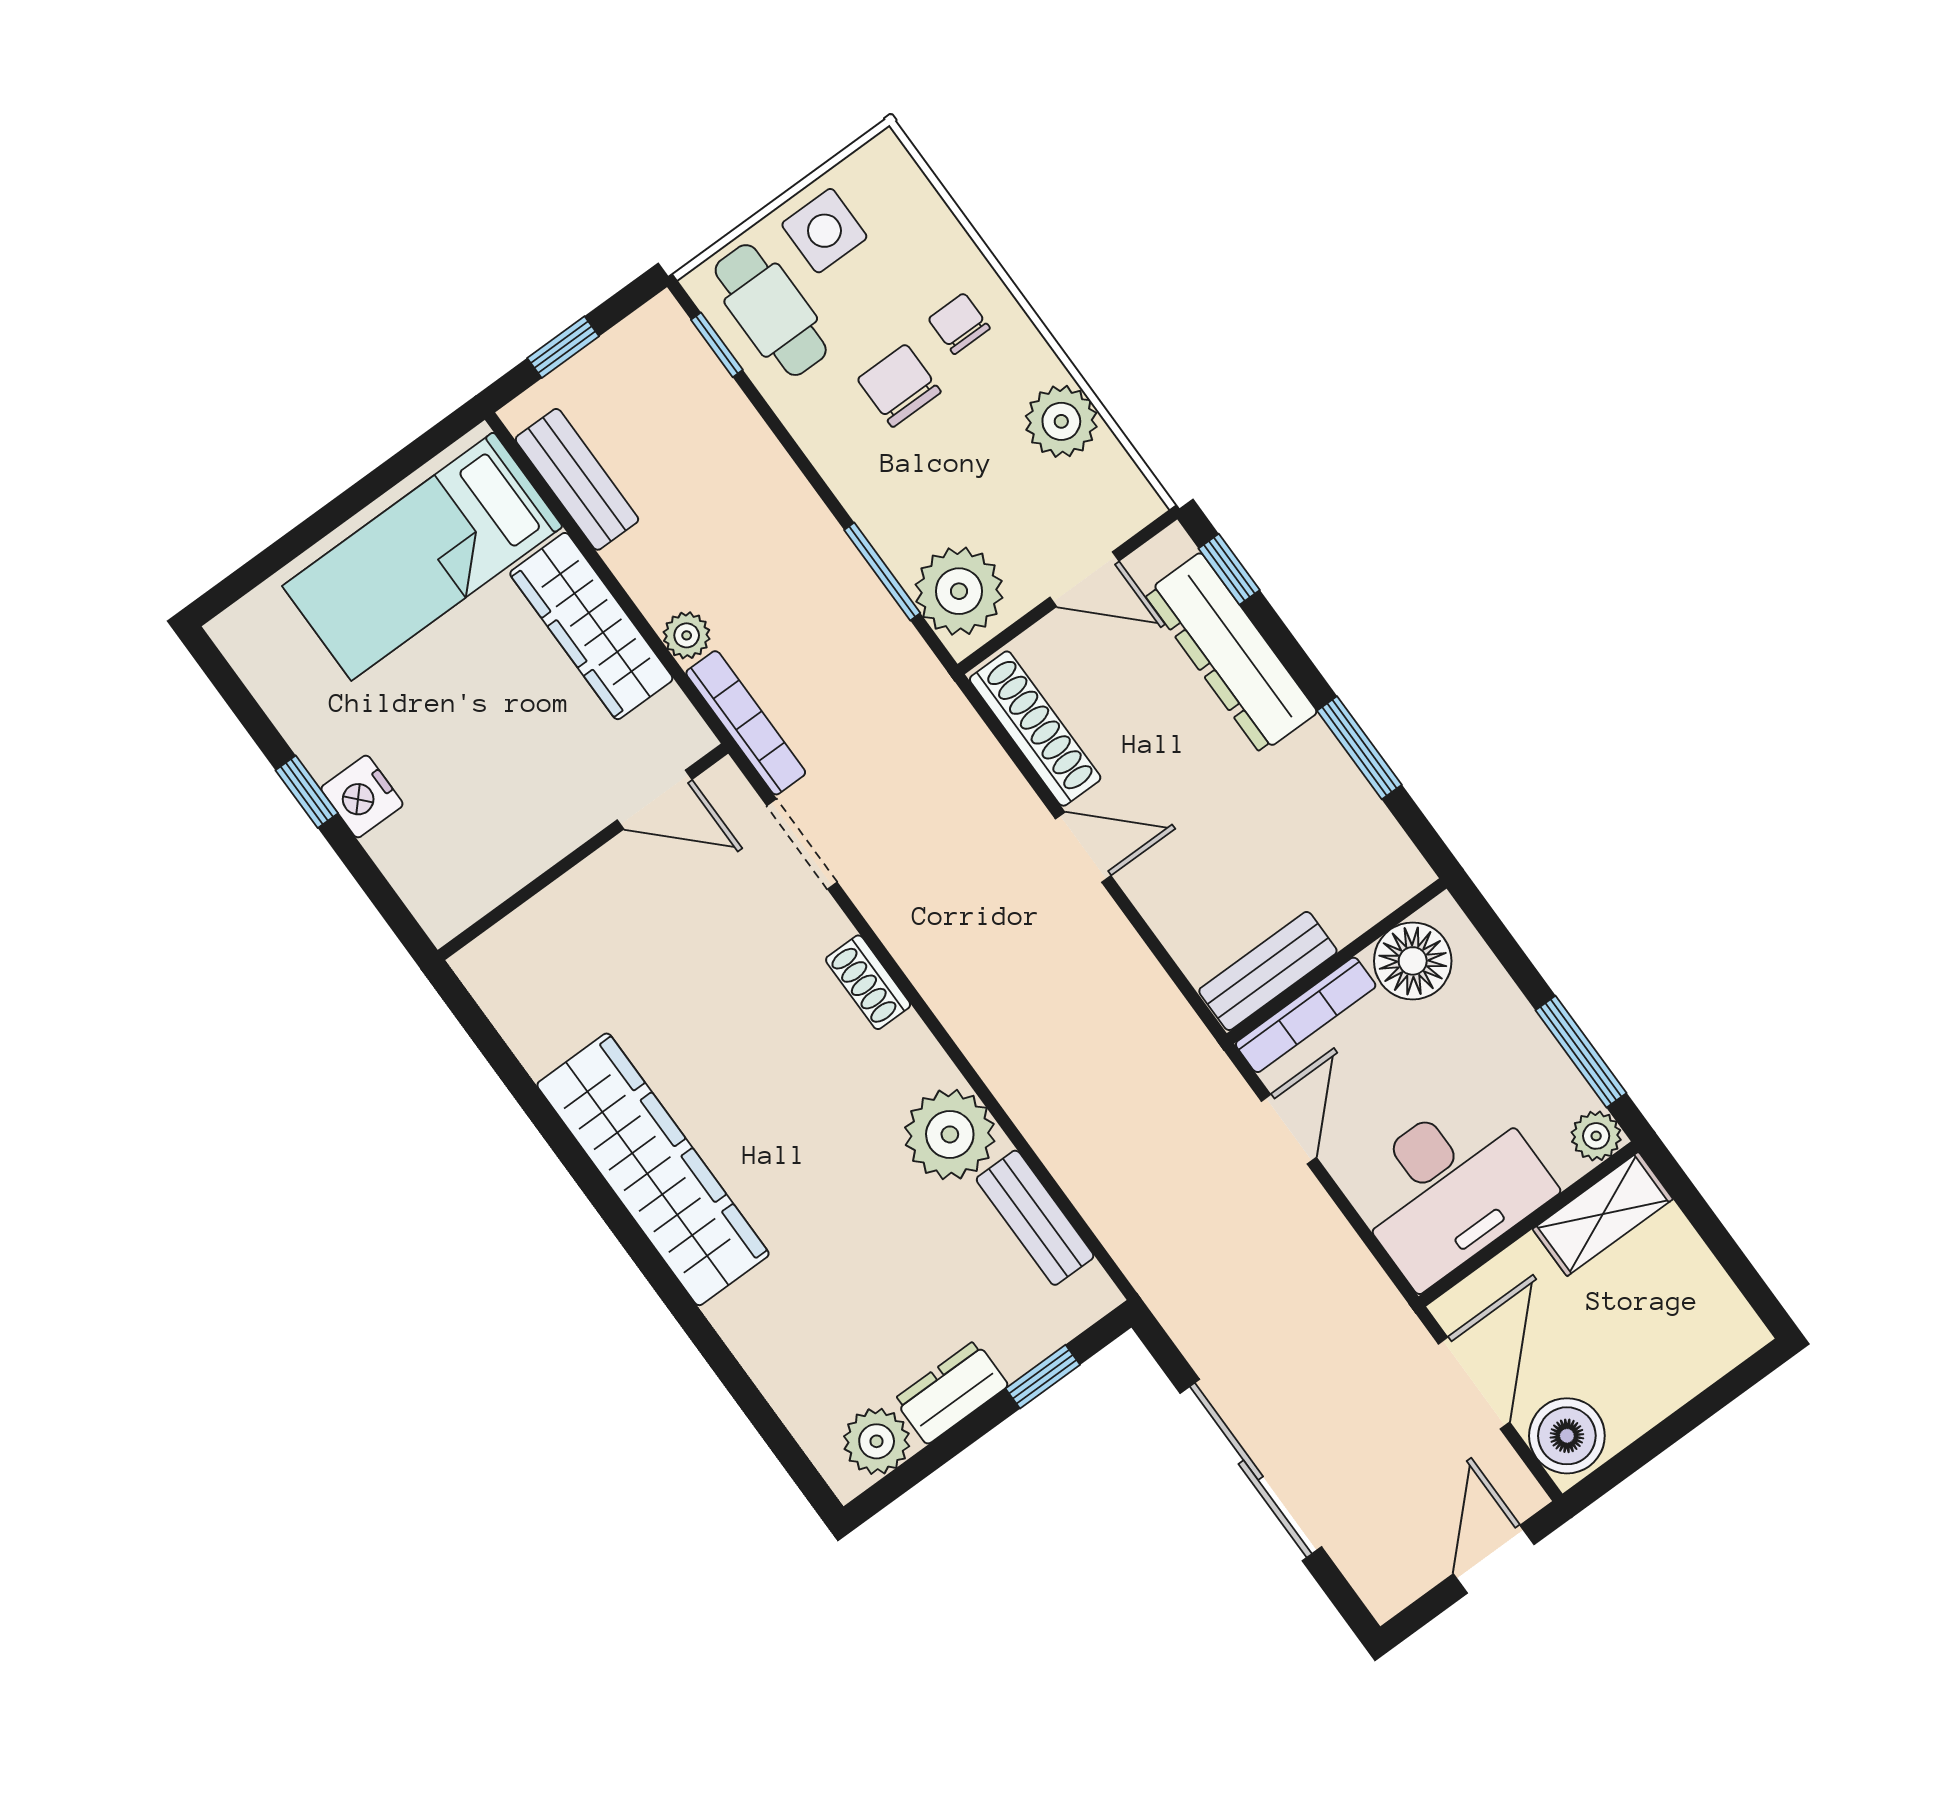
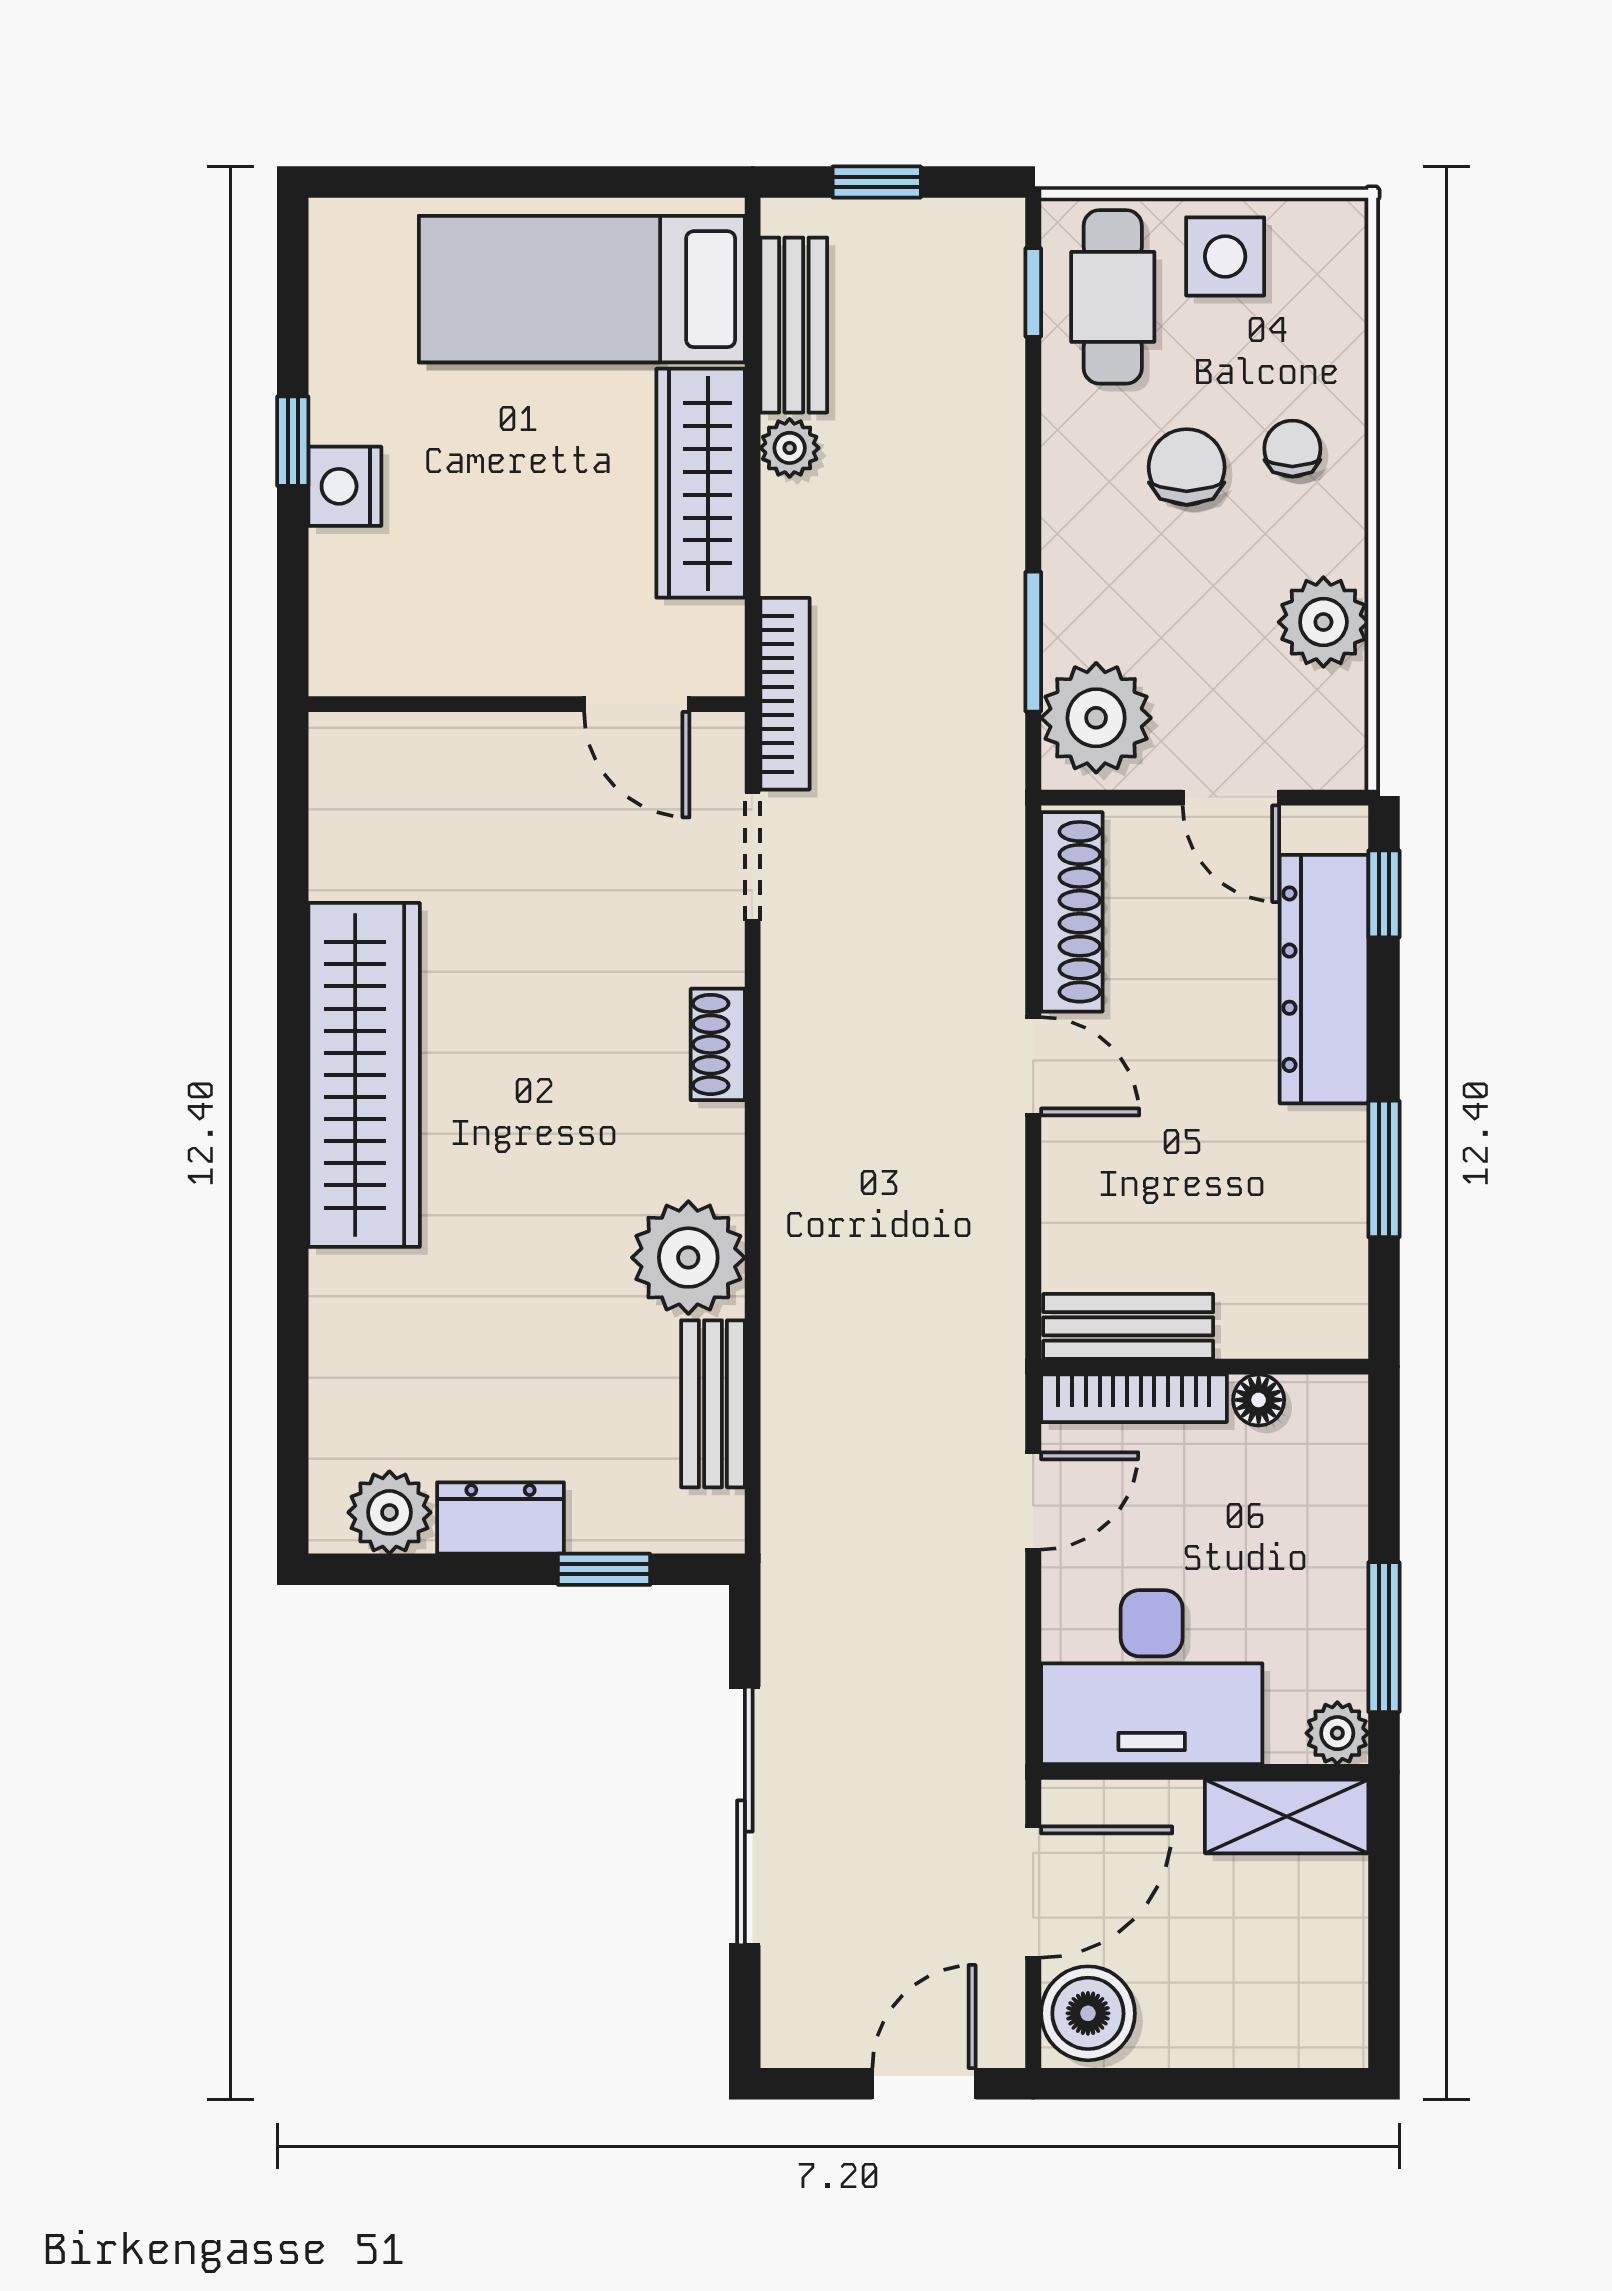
plant: (687, 635) -> (790, 448), moved
floor lamp: (1413, 961) -> (1259, 1400), width x0.53, depth x0.53

